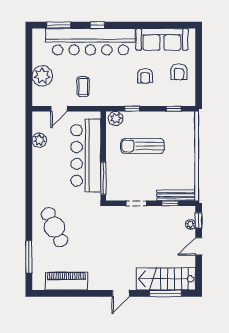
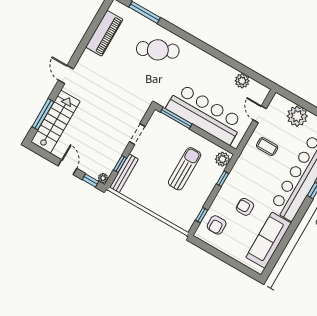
armchair: (179, 72) -> (217, 225), moved, turned -90
plant: (190, 224) -> (103, 178), moved

